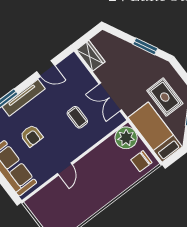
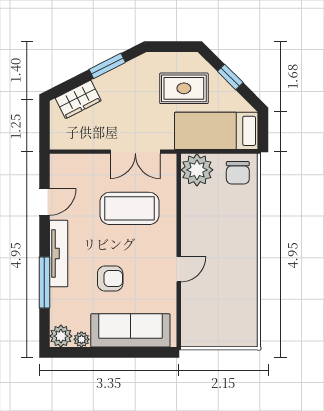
wardrobe: (91, 56) -> (78, 99), moved, turned 153
coffee table: (77, 117) -> (129, 208), width x1.86, depth x1.72
door: (65, 169) -> (179, 269), hinge flipped

